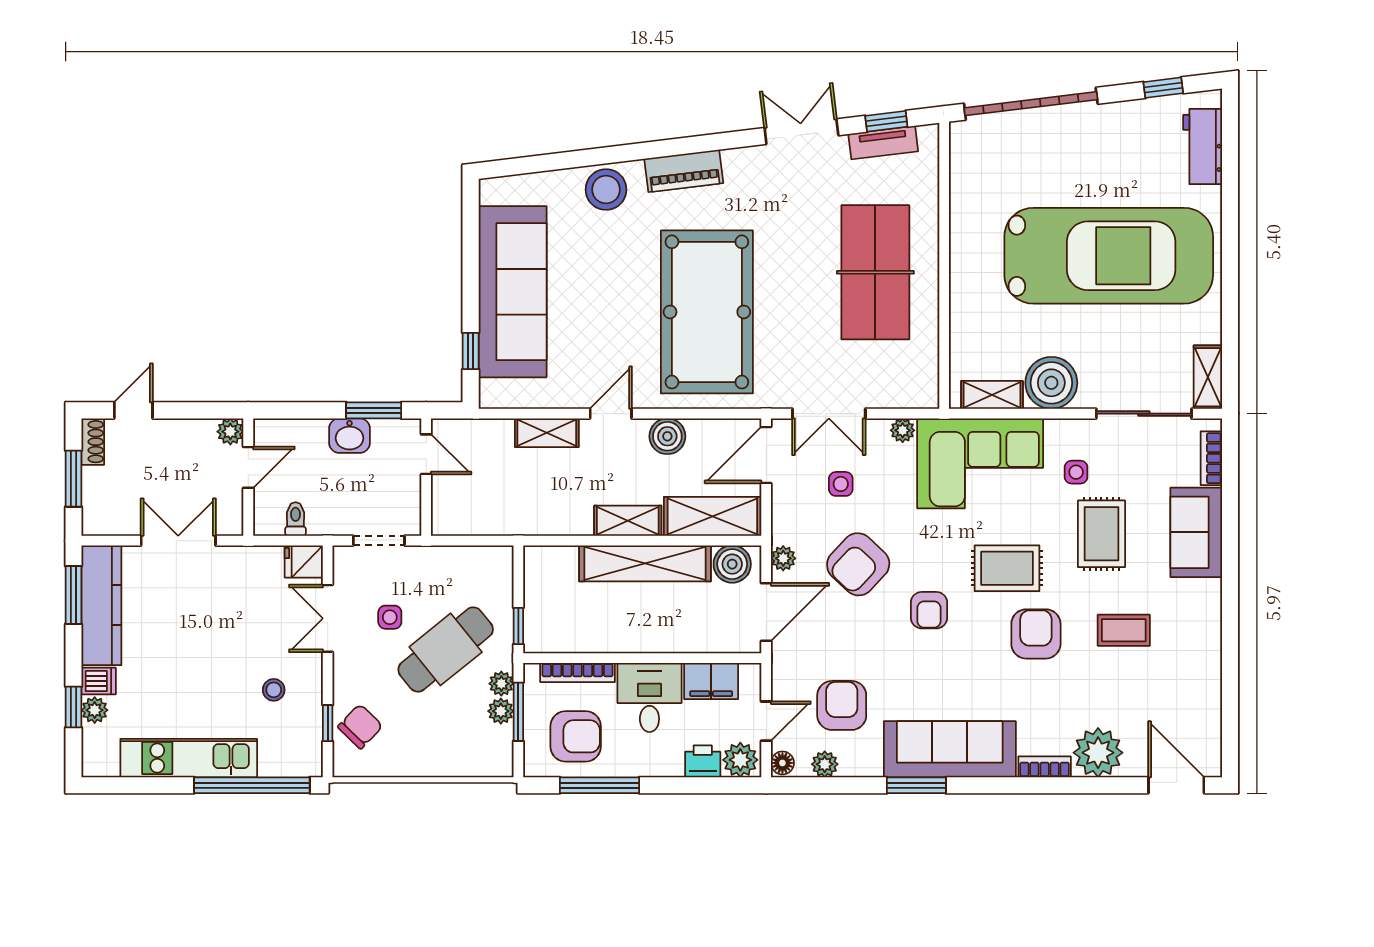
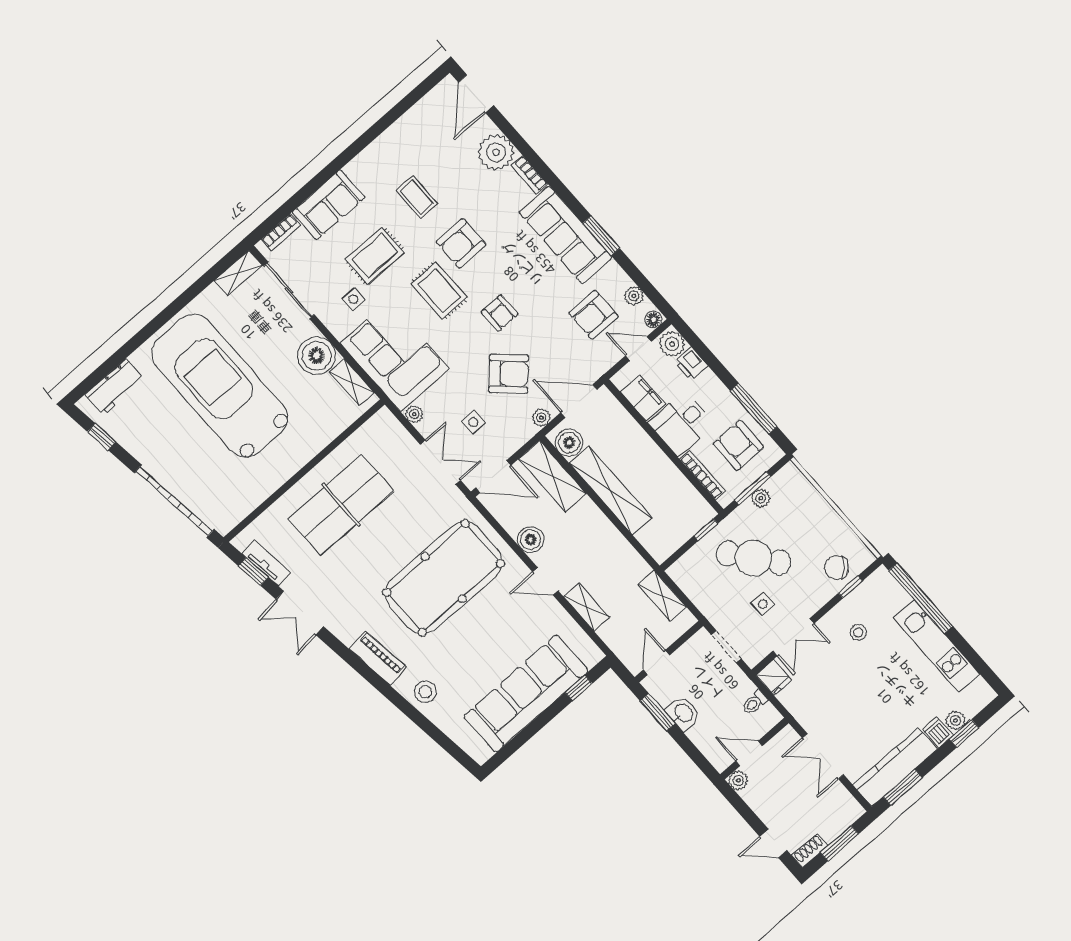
stool: (606, 190) -> (425, 692), width x0.73, depth x0.73
shelving: (628, 521) -> (662, 596), moved
armchair: (929, 610) -> (500, 313), turned 90
plant: (501, 684) -> (745, 511), removed

